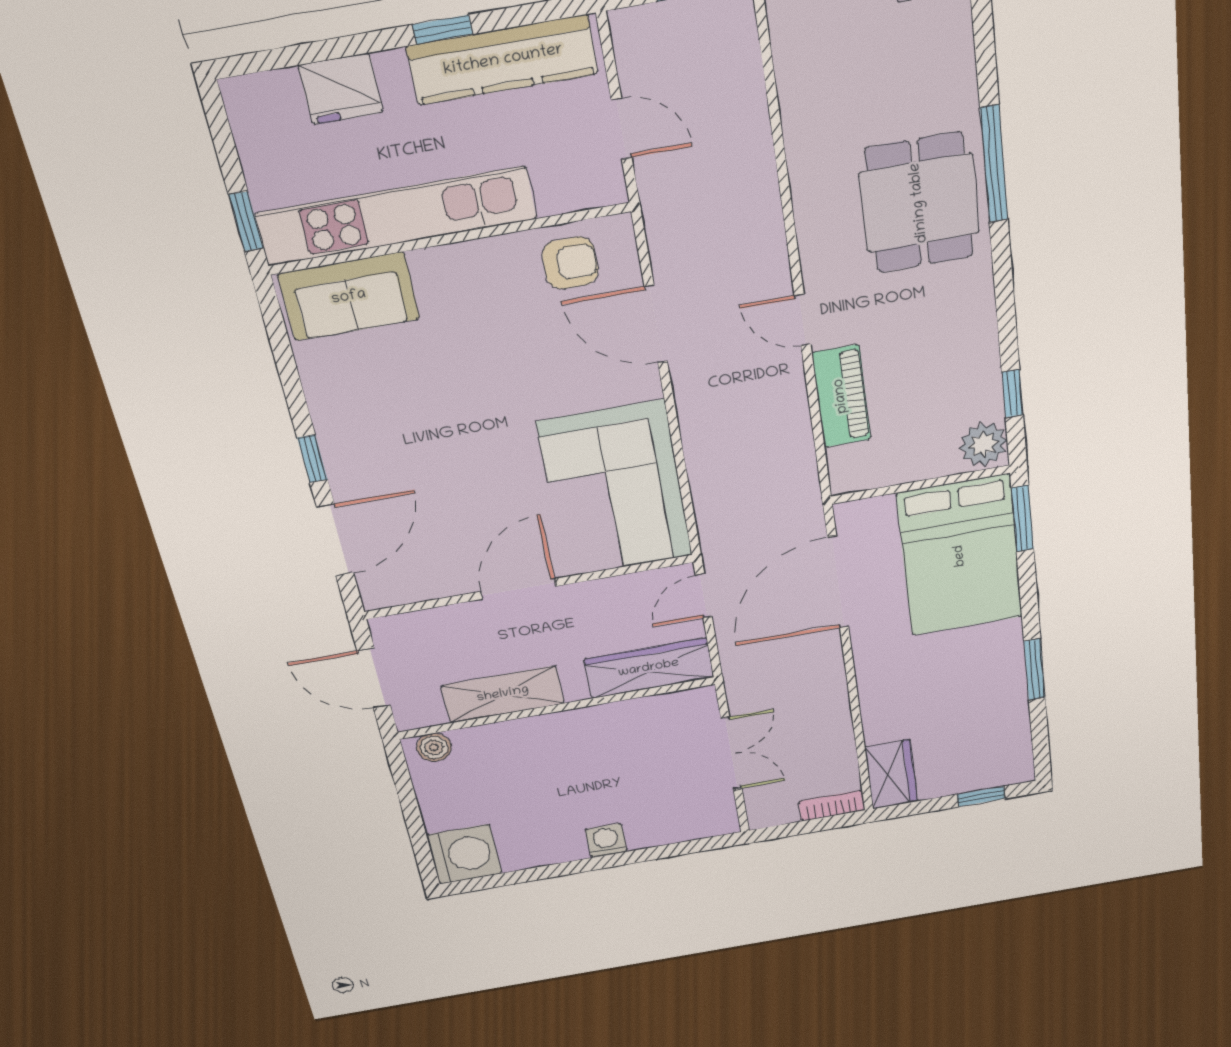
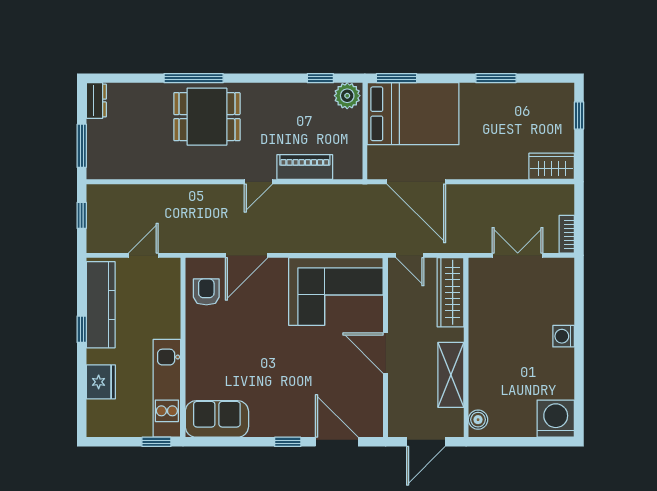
kitchen unit: (396, 216) -> (167, 388), width x0.73
sofa: (349, 297) -> (217, 419), moved, turned -90
bookcase: (832, 806) -> (567, 234), moved

